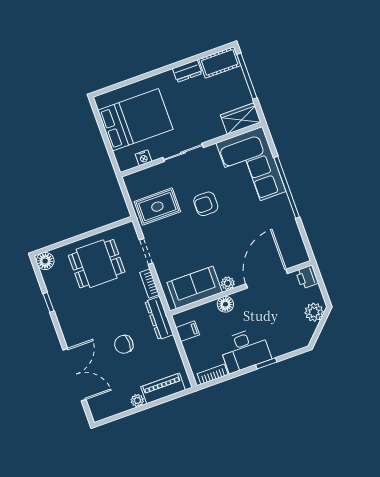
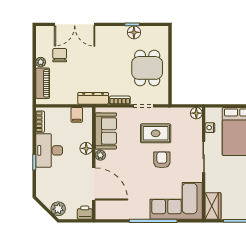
floor lamp: (131, 181) -> (196, 113), added
rug: (157, 207) -> (156, 133), moved, turned 90
floor lamp: (45, 261) -> (134, 32), moved
chair: (124, 344) -> (60, 55), moved

